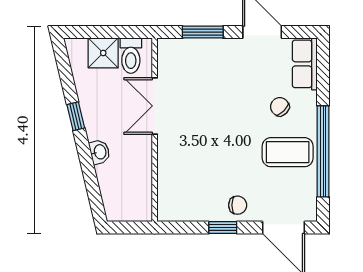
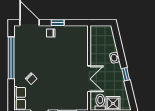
coffee table: (288, 152) -> (28, 58), removed

